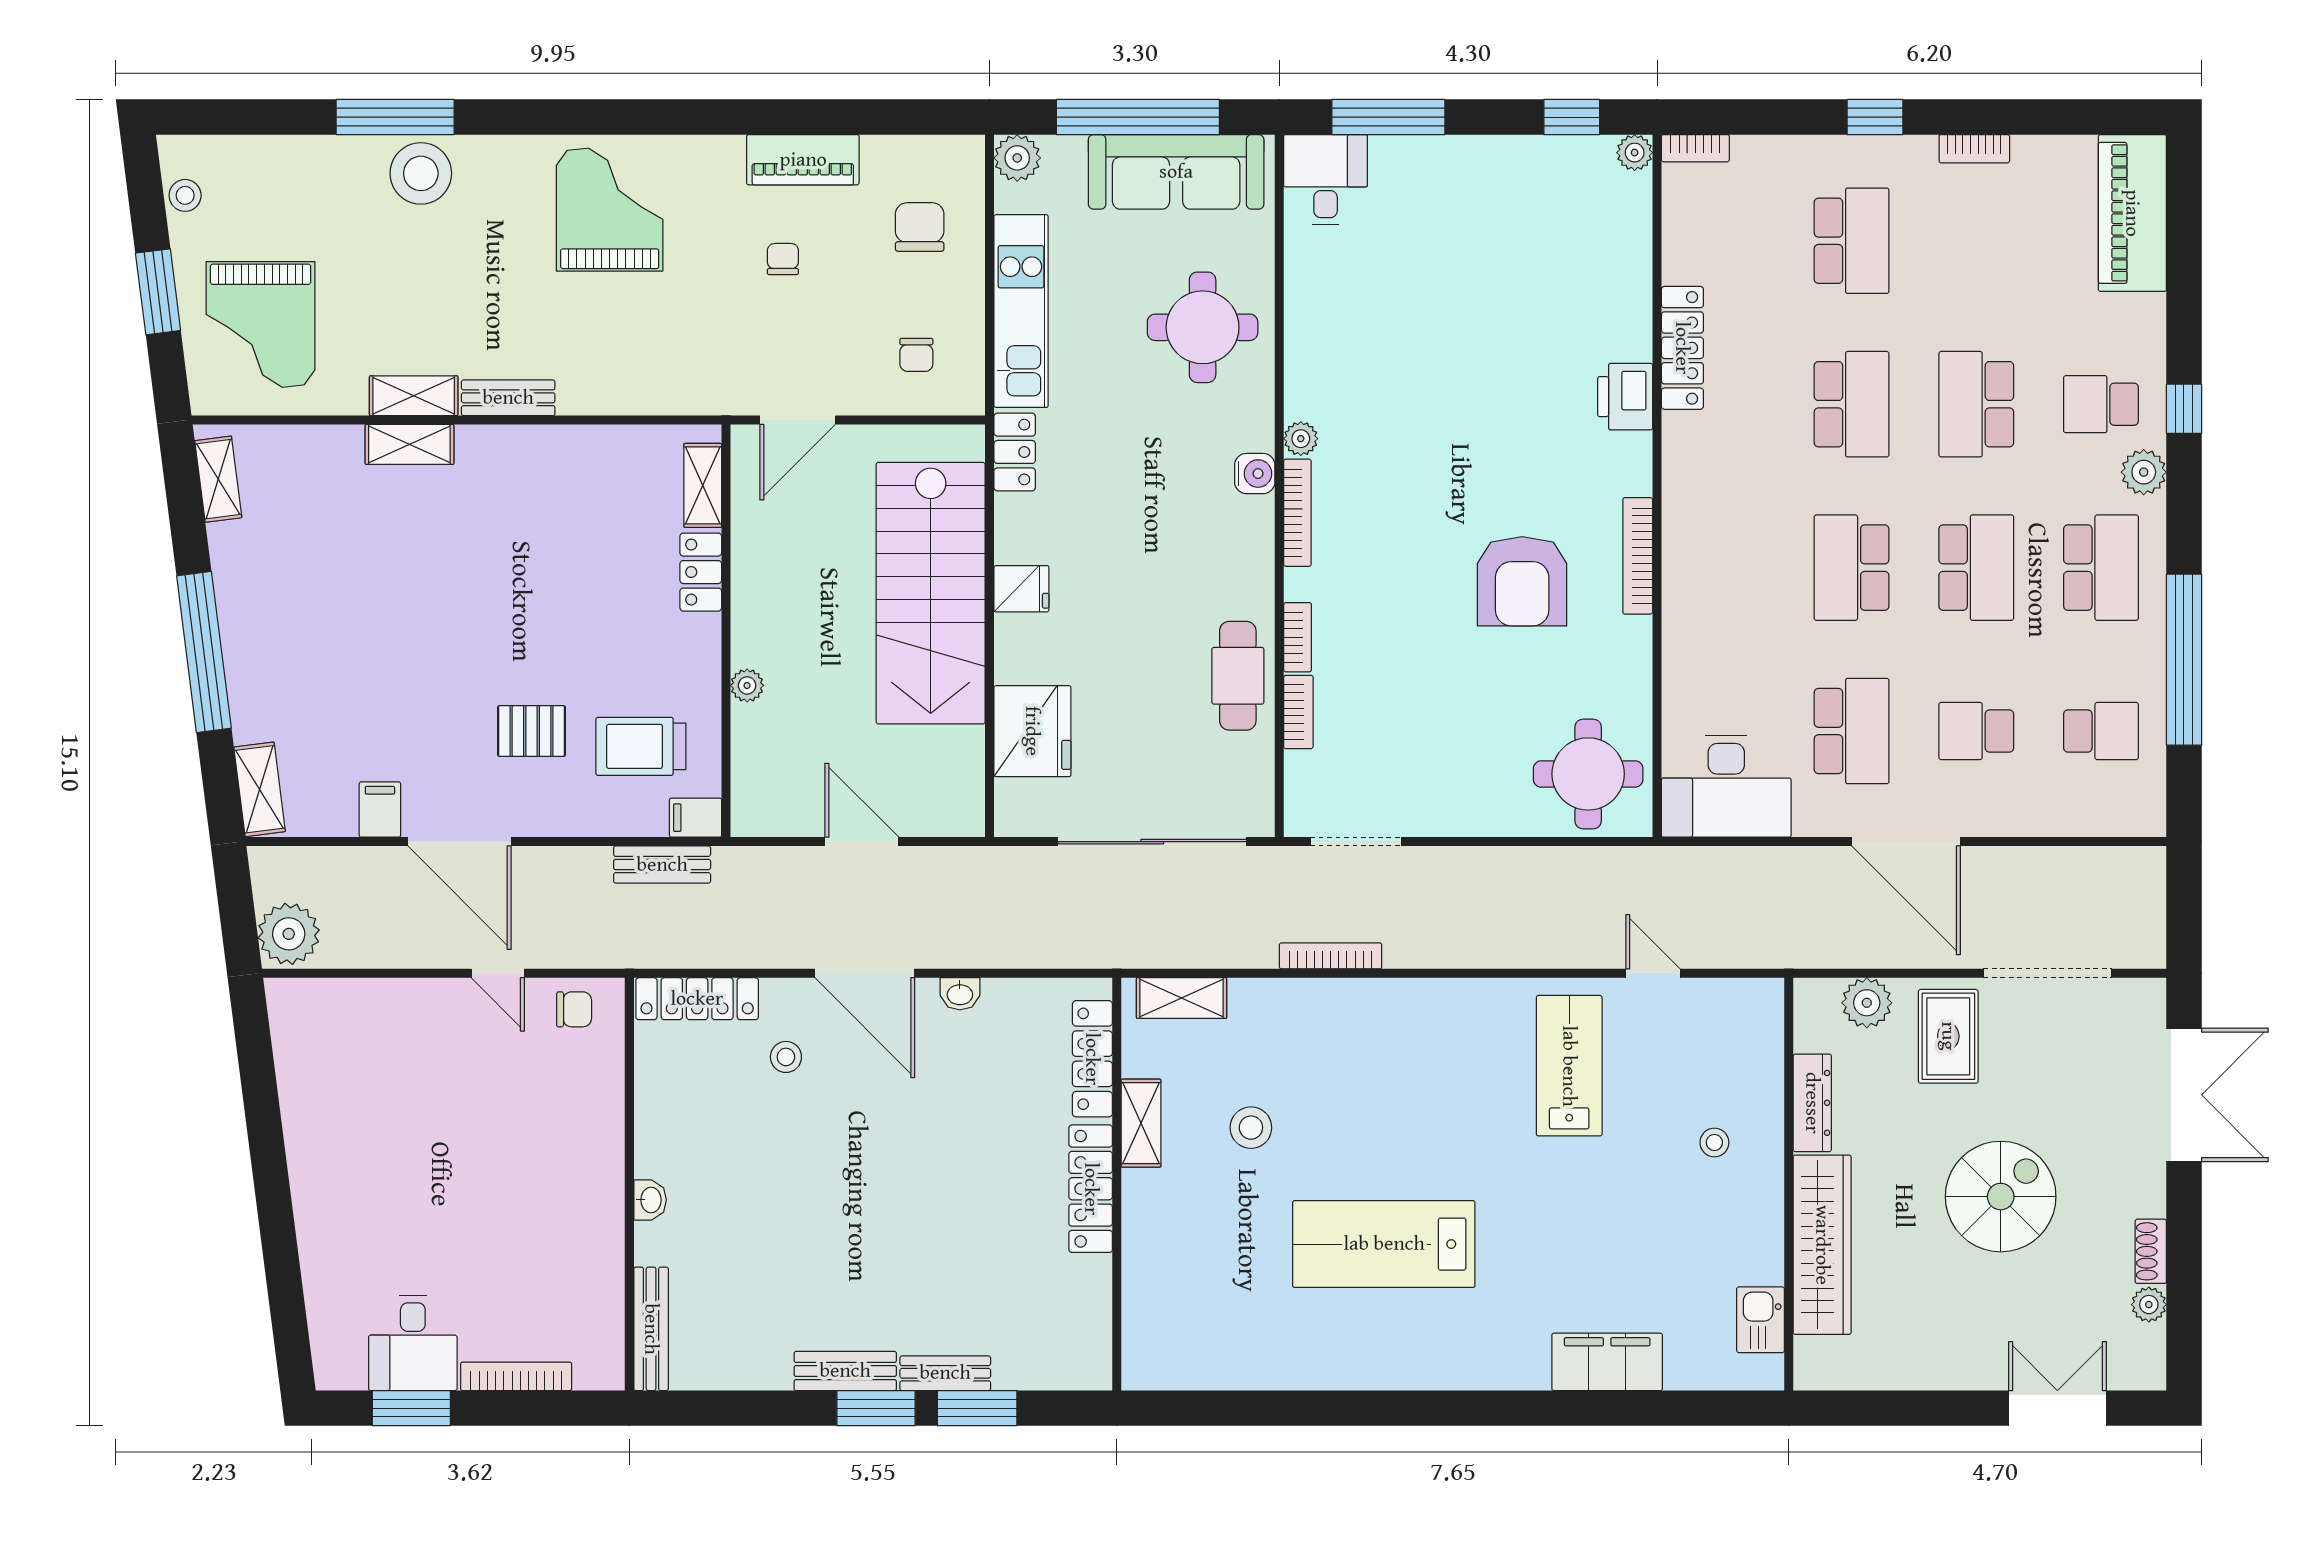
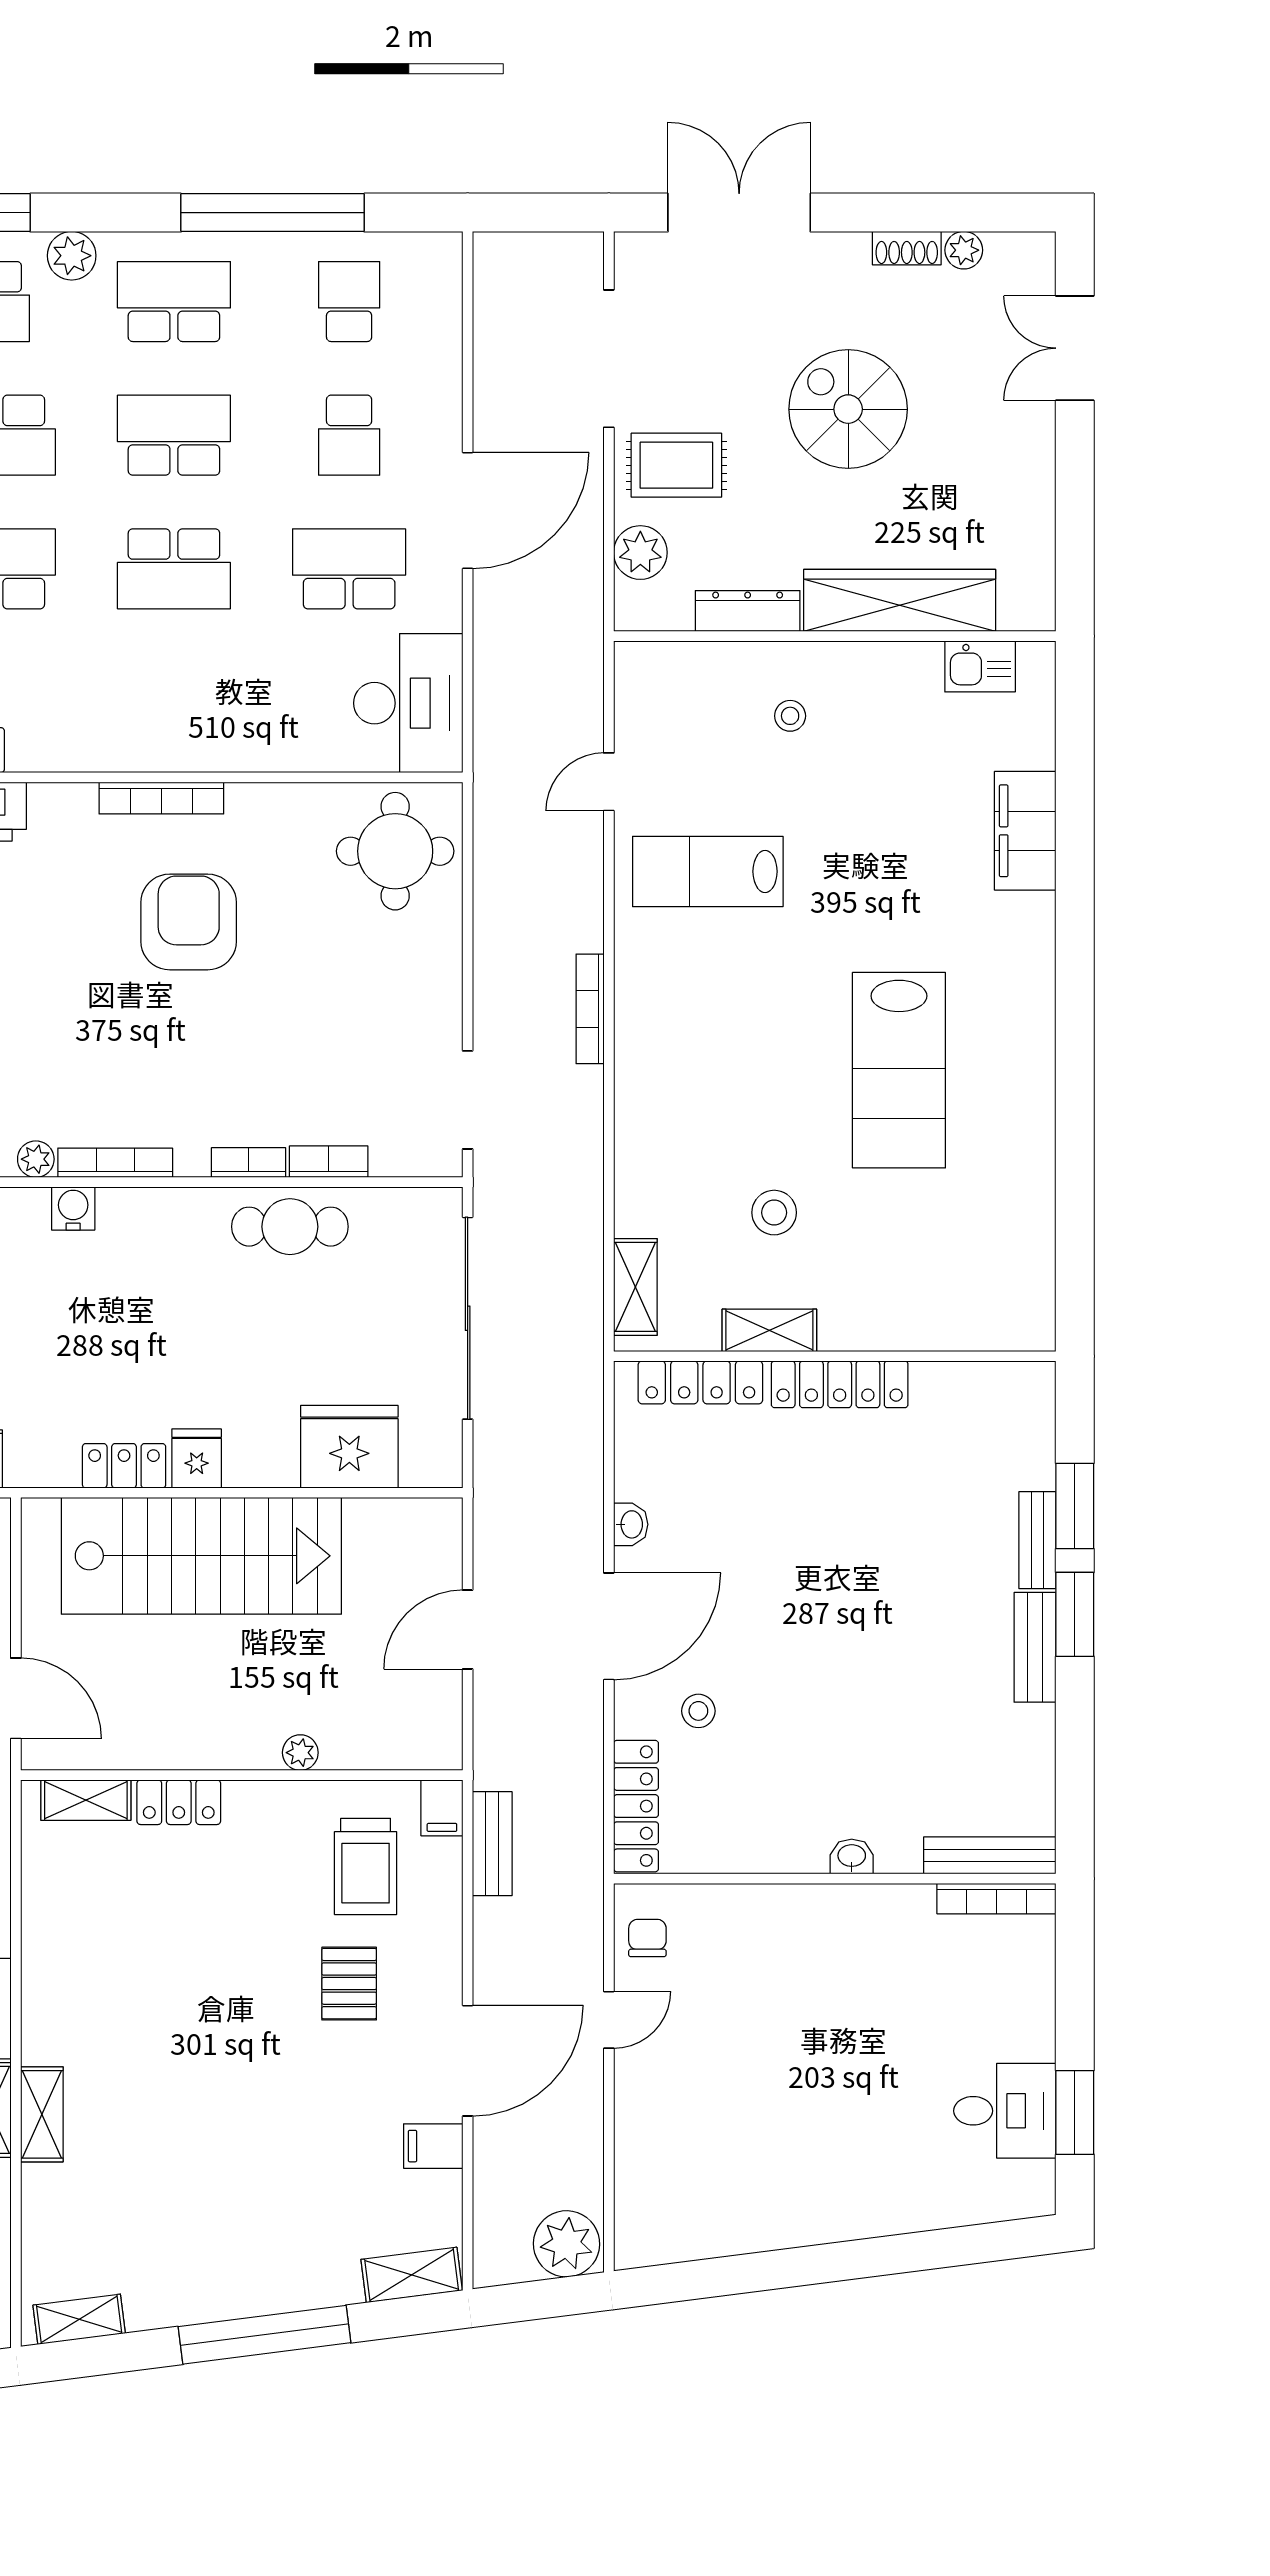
locker: (1015, 452) -> (124, 1466), moved
armchair: (1522, 581) -> (189, 922), turned -90
bookcase: (1331, 956) -> (590, 1009), moved
bookcase: (516, 1376) -> (996, 1899), moved, turned -90

